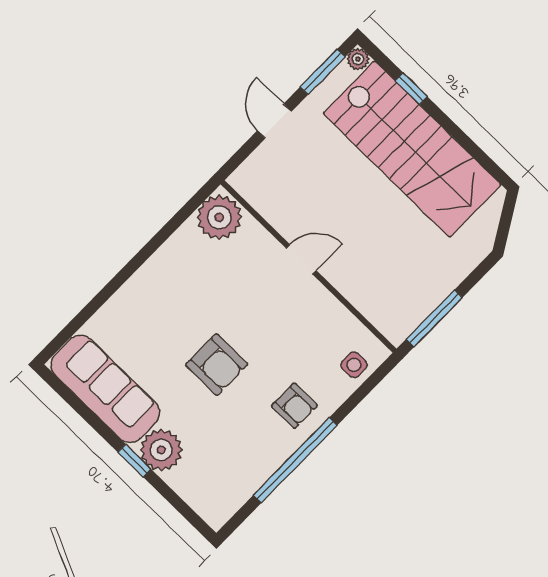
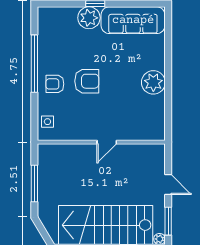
plant: (219, 217) -> (153, 82), moved
window: (434, 318) -> (34, 183), moved
armchair: (217, 365) -> (87, 81), moved, turned 180

